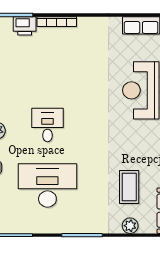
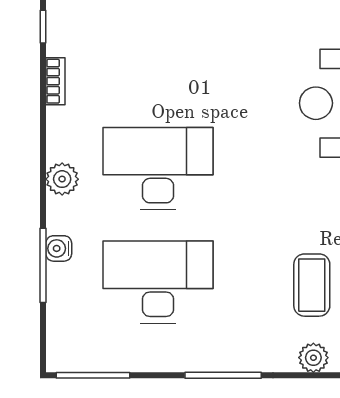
desk: (47, 125) -> (158, 168), width x1.87, depth x1.30

